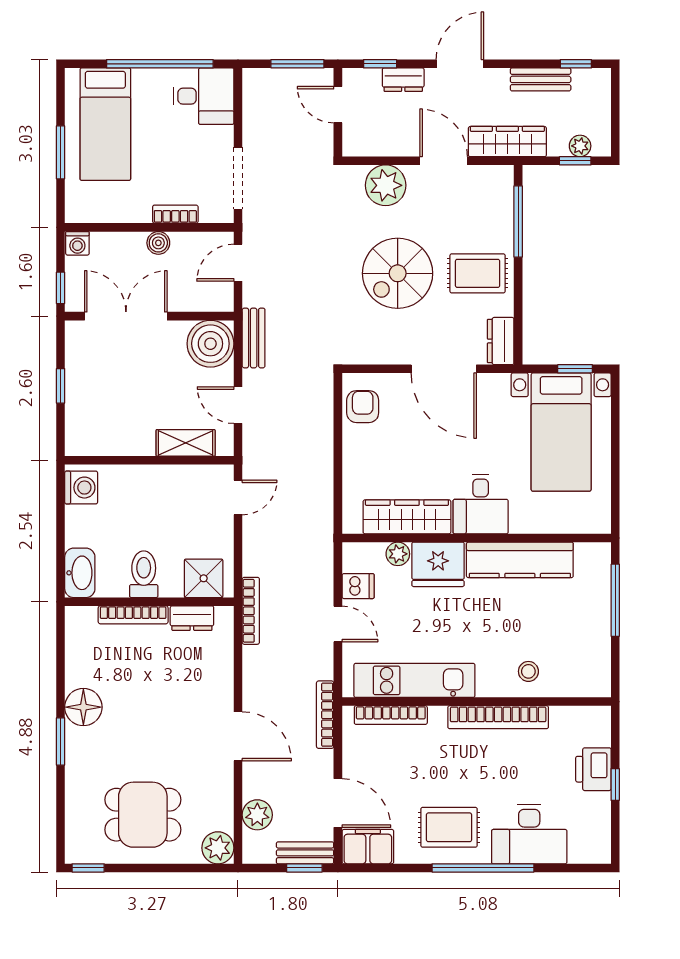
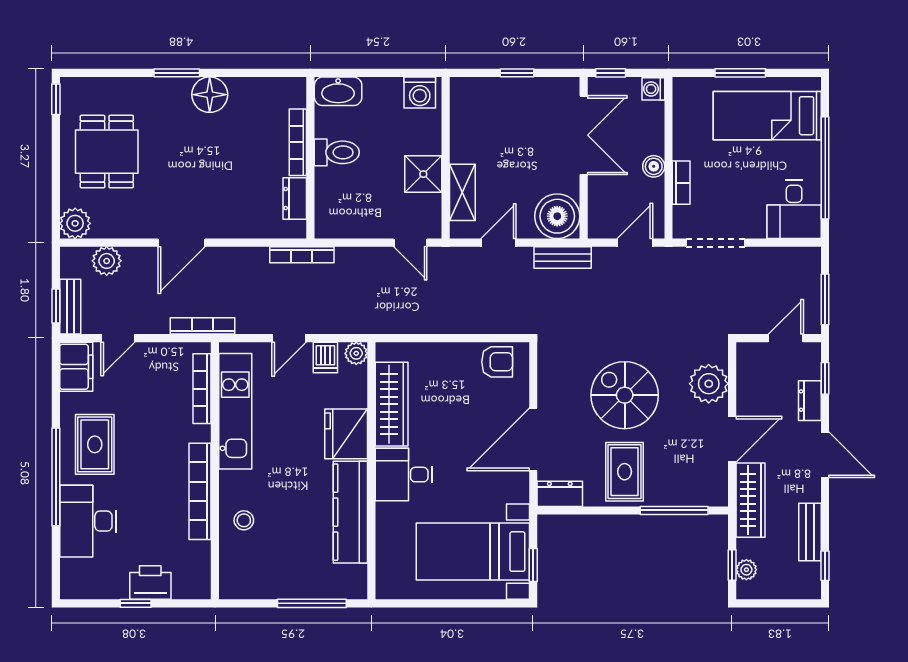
door: (238, 263) -> (635, 243), hinge flipped
plant: (398, 554) -> (356, 353), moved
shower: (204, 578) -> (423, 174), moved
door: (338, 803) -> (118, 338), width x0.73

